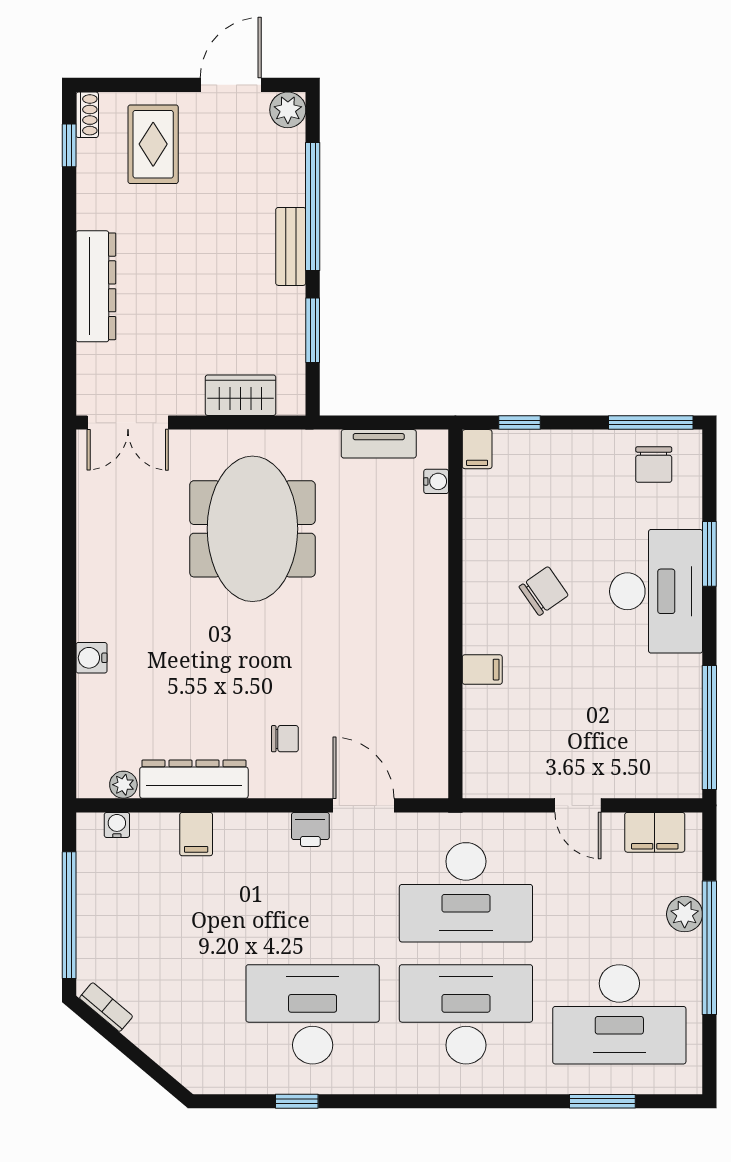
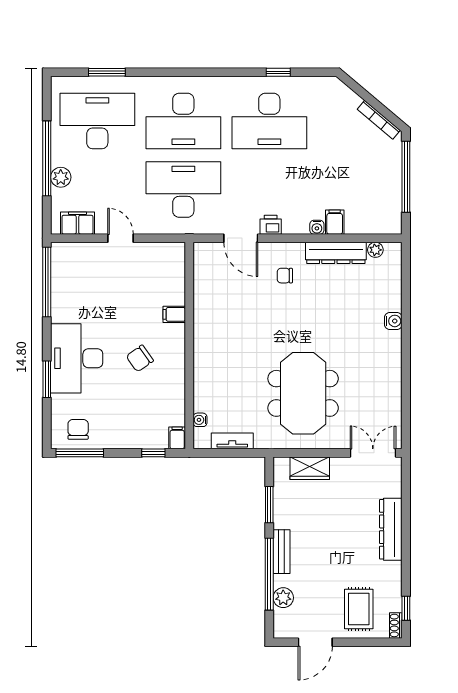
plant: (288, 110) -> (283, 598), moved
water cooler: (117, 825) -> (317, 227), moved
bookcase: (106, 1007) -> (379, 120), width x1.56

